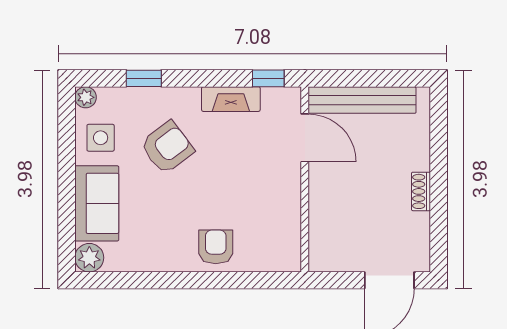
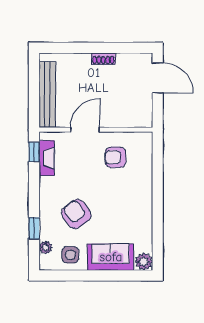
plant: (86, 97) -> (46, 247), moved
fireplace: (231, 99) -> (47, 158), moved
door: (305, 138) -> (85, 130), moved
armchair: (216, 247) -> (115, 157), moved

